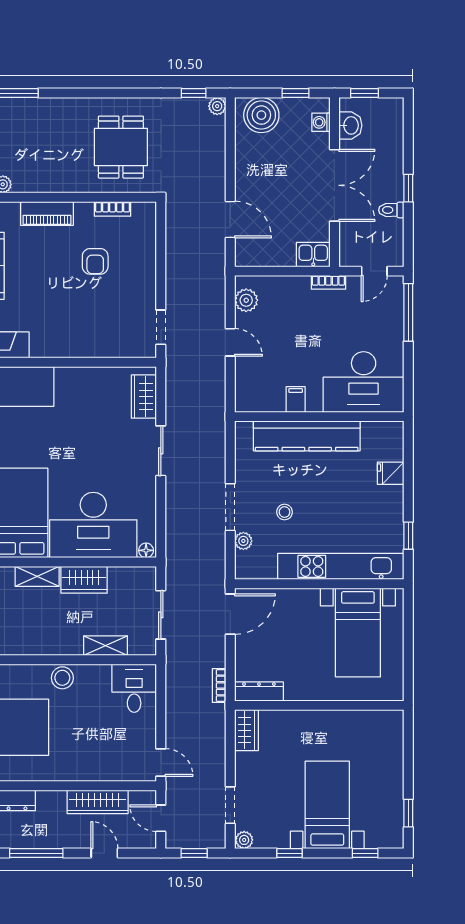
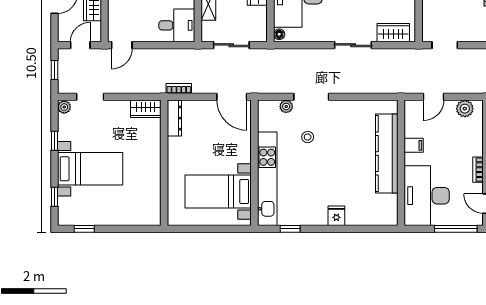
desk: (364, 382) -> (427, 196), moved
filing cabinet: (296, 399) -> (414, 145), moved
wall: (319, 417) -> (401, 163), moved
kitchen counter: (307, 436) -> (387, 153), moved

